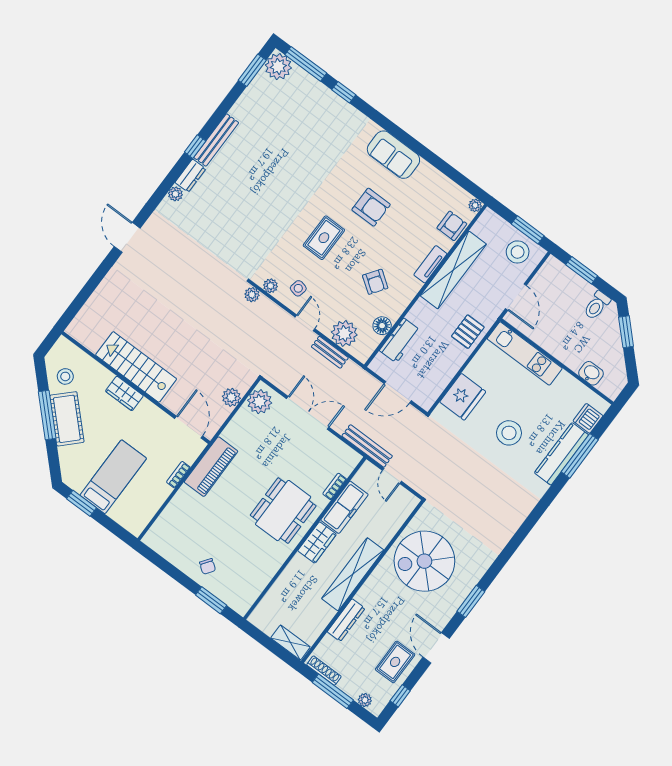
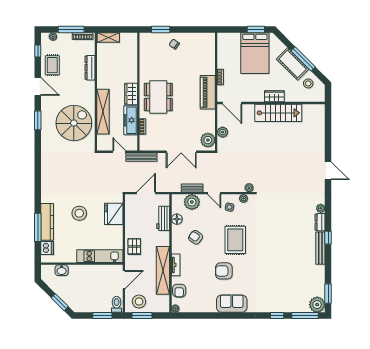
rug: (324, 238) -> (235, 240), width x1.36, depth x1.43
door: (516, 297) -> (124, 280), swing flipped
toilet: (597, 305) -> (117, 304), moved
bed: (113, 477) -> (255, 53), width x1.50
shelving: (353, 574) -> (103, 112), moved

